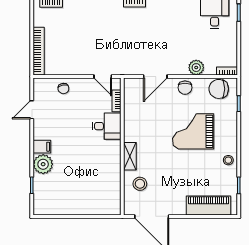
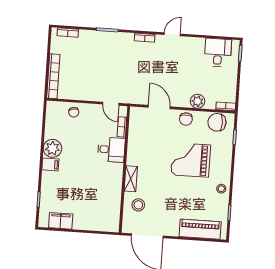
door: (155, 77) -> (159, 107), swing flipped
door: (32, 110) -> (43, 130), removed
plant: (43, 164) -> (52, 148), moved
filing cabinet: (57, 207) -> (61, 221), added

